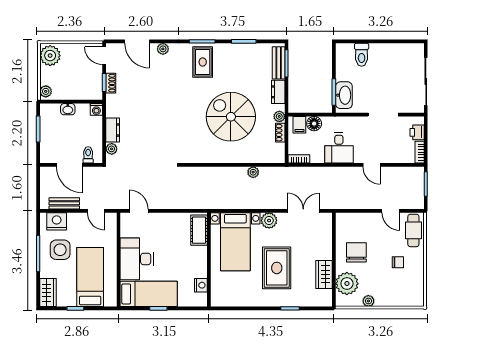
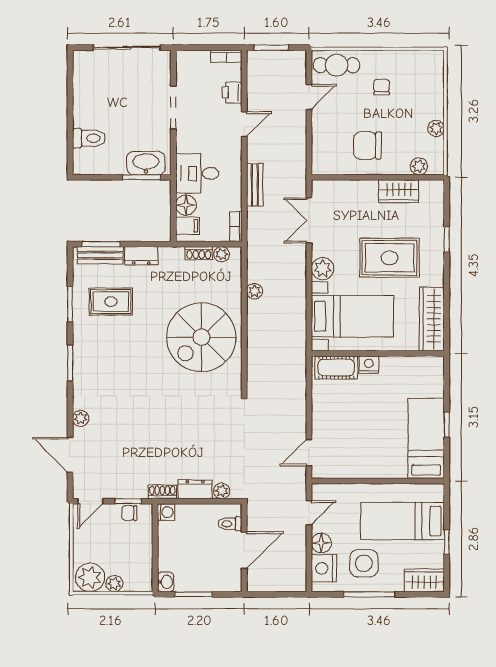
door: (137, 41) -> (70, 455), swing flipped
rug: (203, 62) -> (111, 302), moved
chair: (96, 83) -> (129, 513), added
shoe rack: (111, 83) -> (162, 492), moved
plant: (46, 91) -> (114, 584), moved
washbasin: (68, 109) -> (166, 582), moved
plant: (279, 116) -> (222, 254), moved
spiral stairs: (231, 117) -> (201, 337), moved
printer: (417, 132) -> (232, 92), moved, turned 90
desk: (339, 148) -> (197, 173), moved, turned 180
bench: (64, 203) -> (255, 185), moved
floor lamp: (75, 220) -> (321, 543), added
desk: (137, 259) -> (377, 455), removed
plant: (347, 284) -> (419, 166), width x0.53, depth x0.53
nightstand: (201, 285) -> (369, 365), moved
wardrobe: (233, 298) -> (432, 319), added

